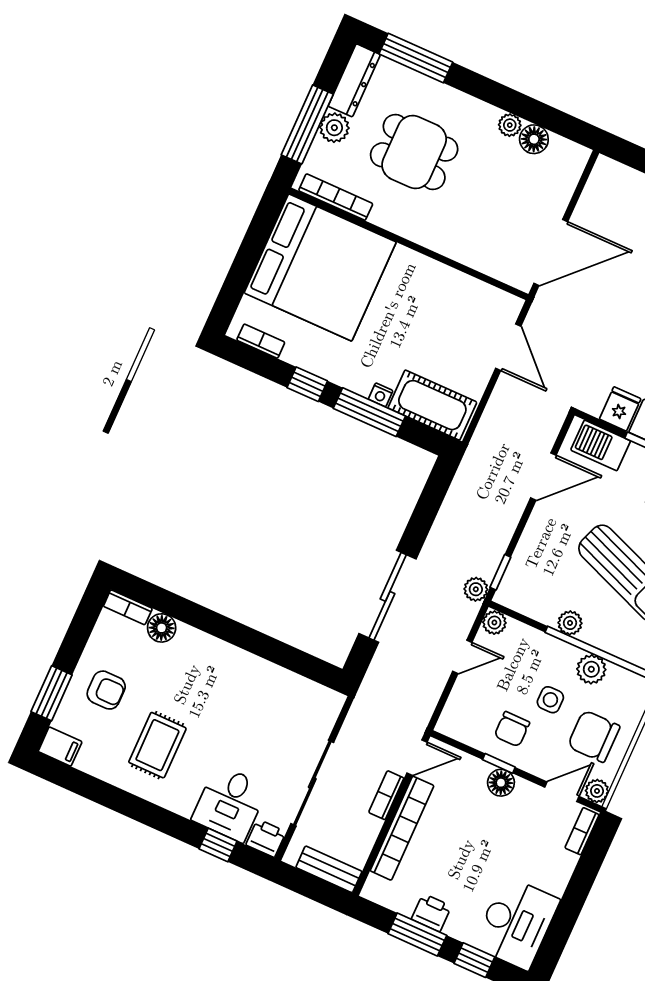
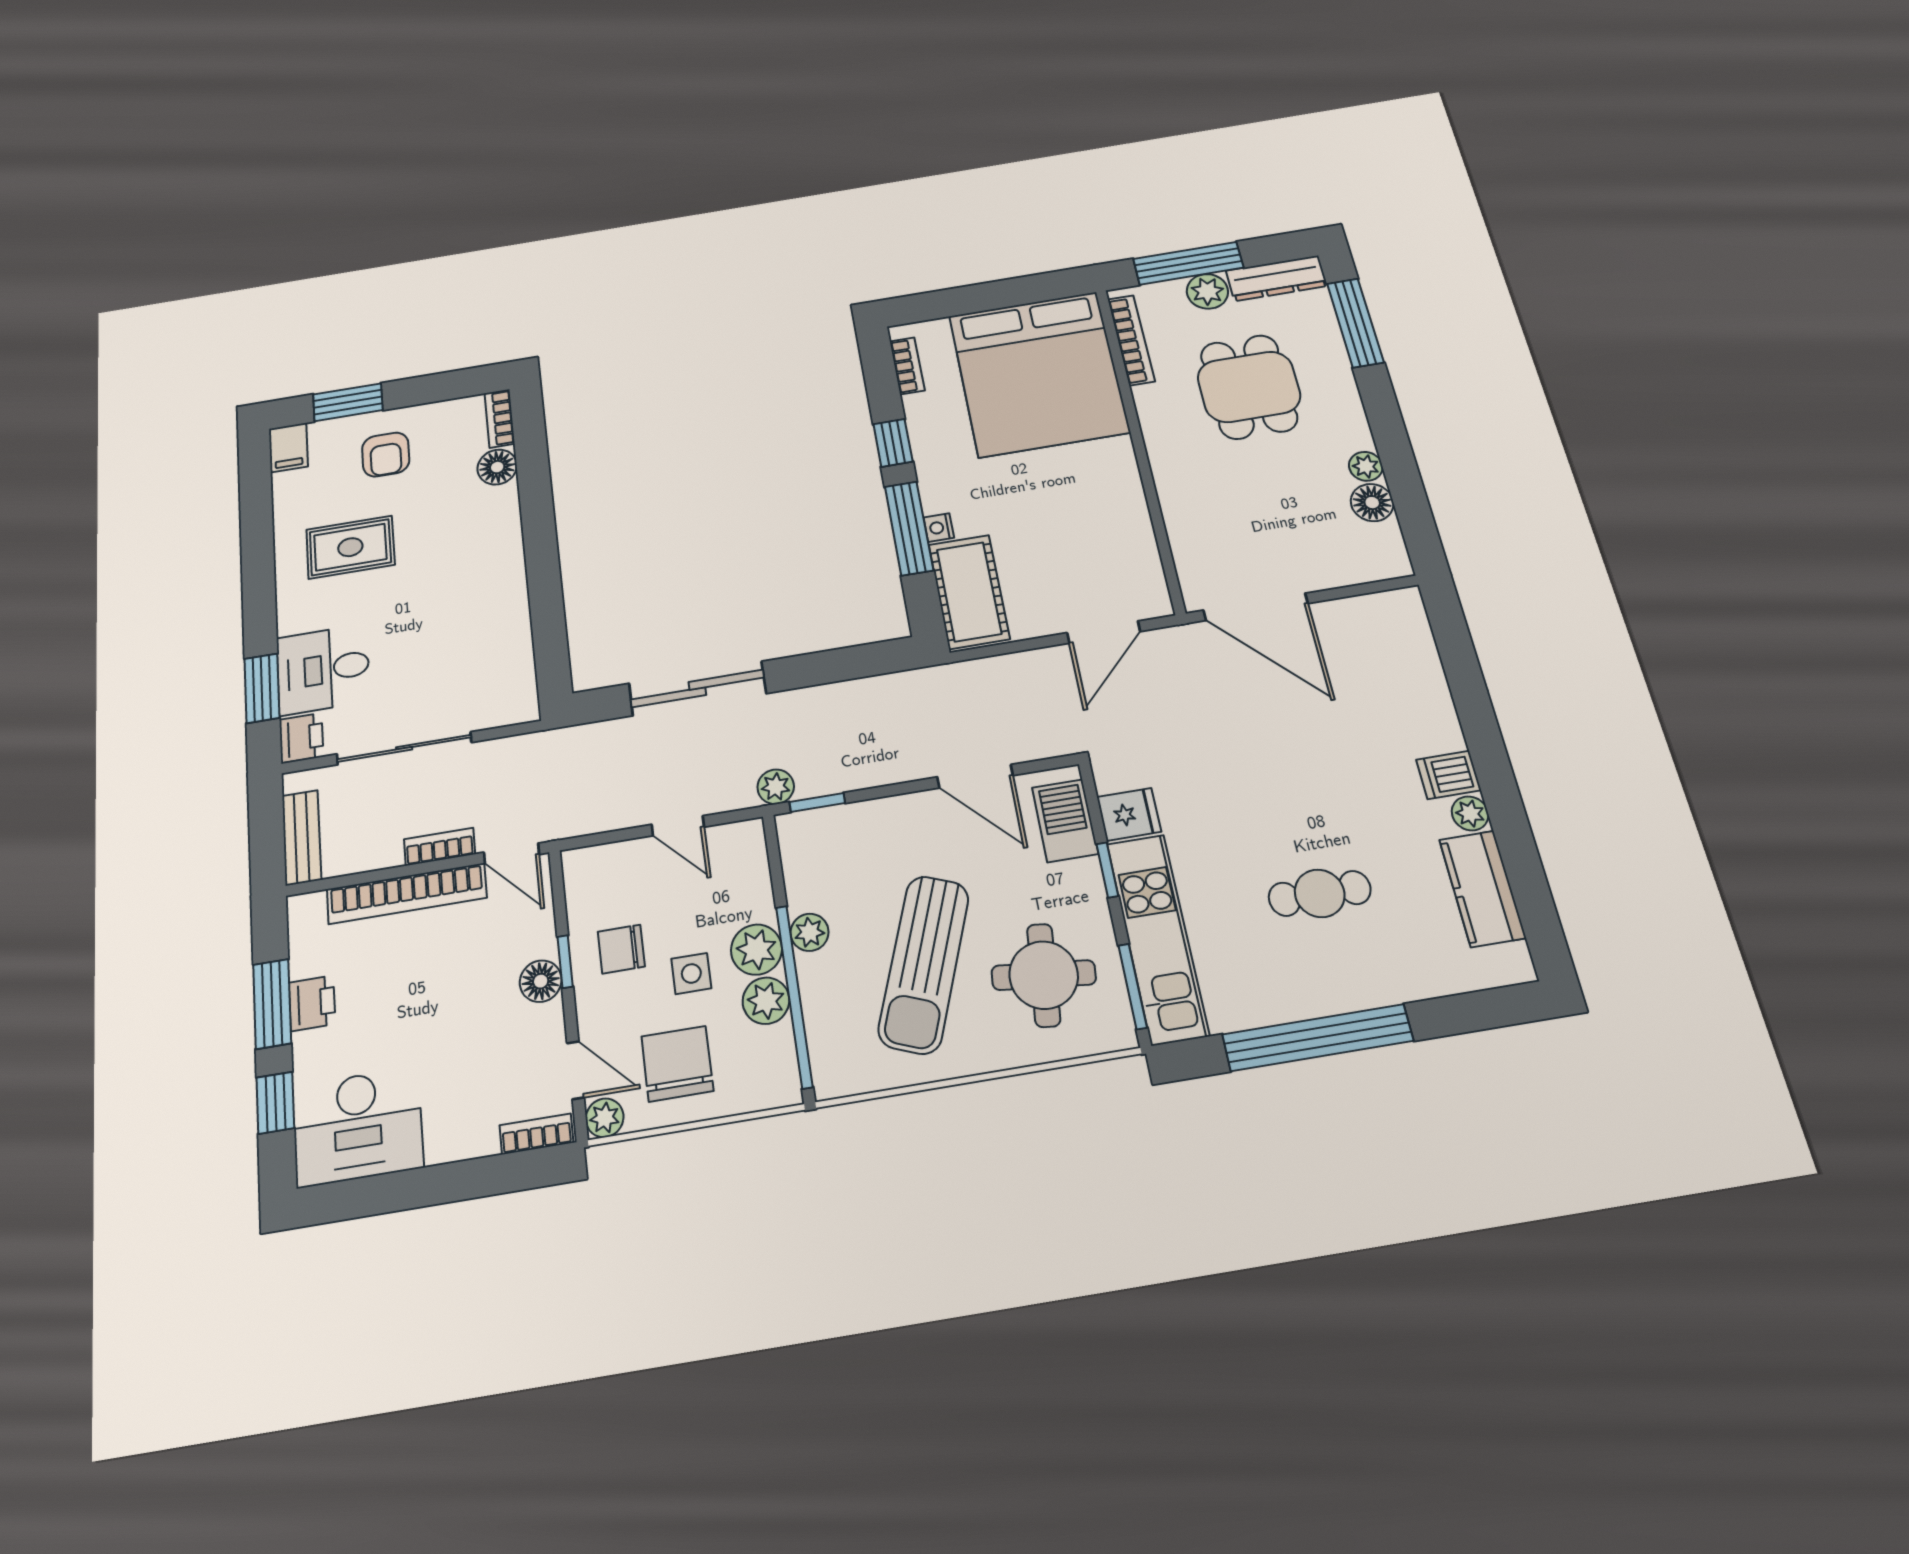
plant: (494, 623) -> (756, 950), moved, width x1.38, depth x1.38
window: (218, 845) -> (262, 688), width x1.50

